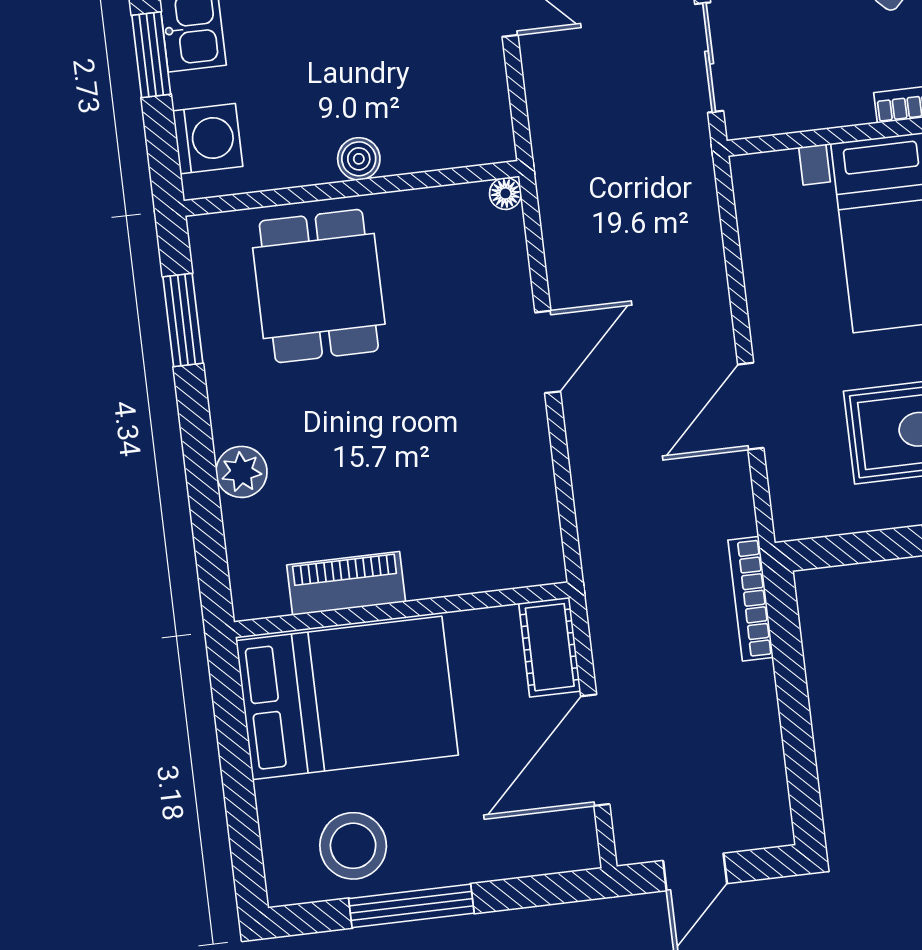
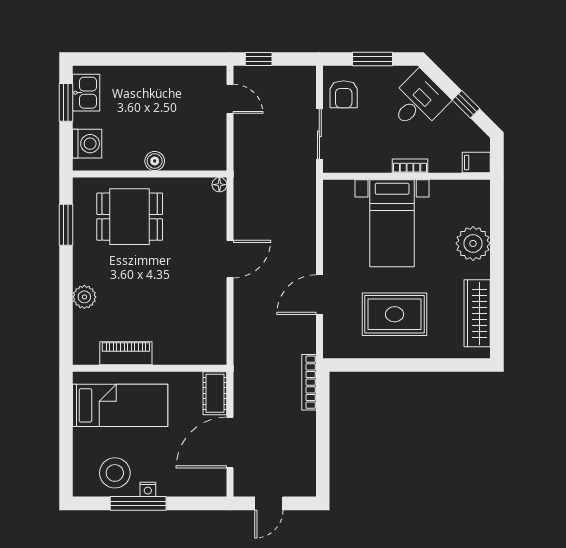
dining table: (319, 286) -> (130, 217), turned 90
bed: (347, 698) -> (120, 405), width x0.67
nightstand: (429, 873) -> (148, 489), added

